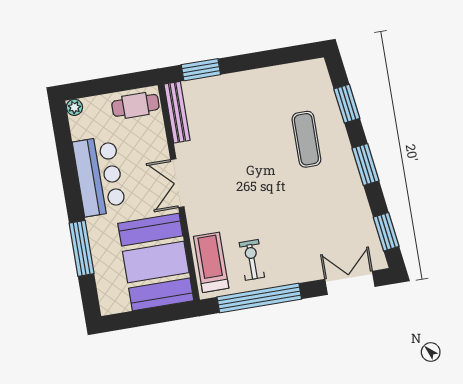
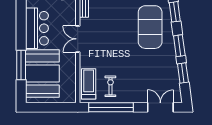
exercise mat: (306, 139) -> (150, 27), width x2.00, depth x1.45
window: (386, 232) -> (183, 73), moved
booth: (156, 262) -> (42, 74), moved

